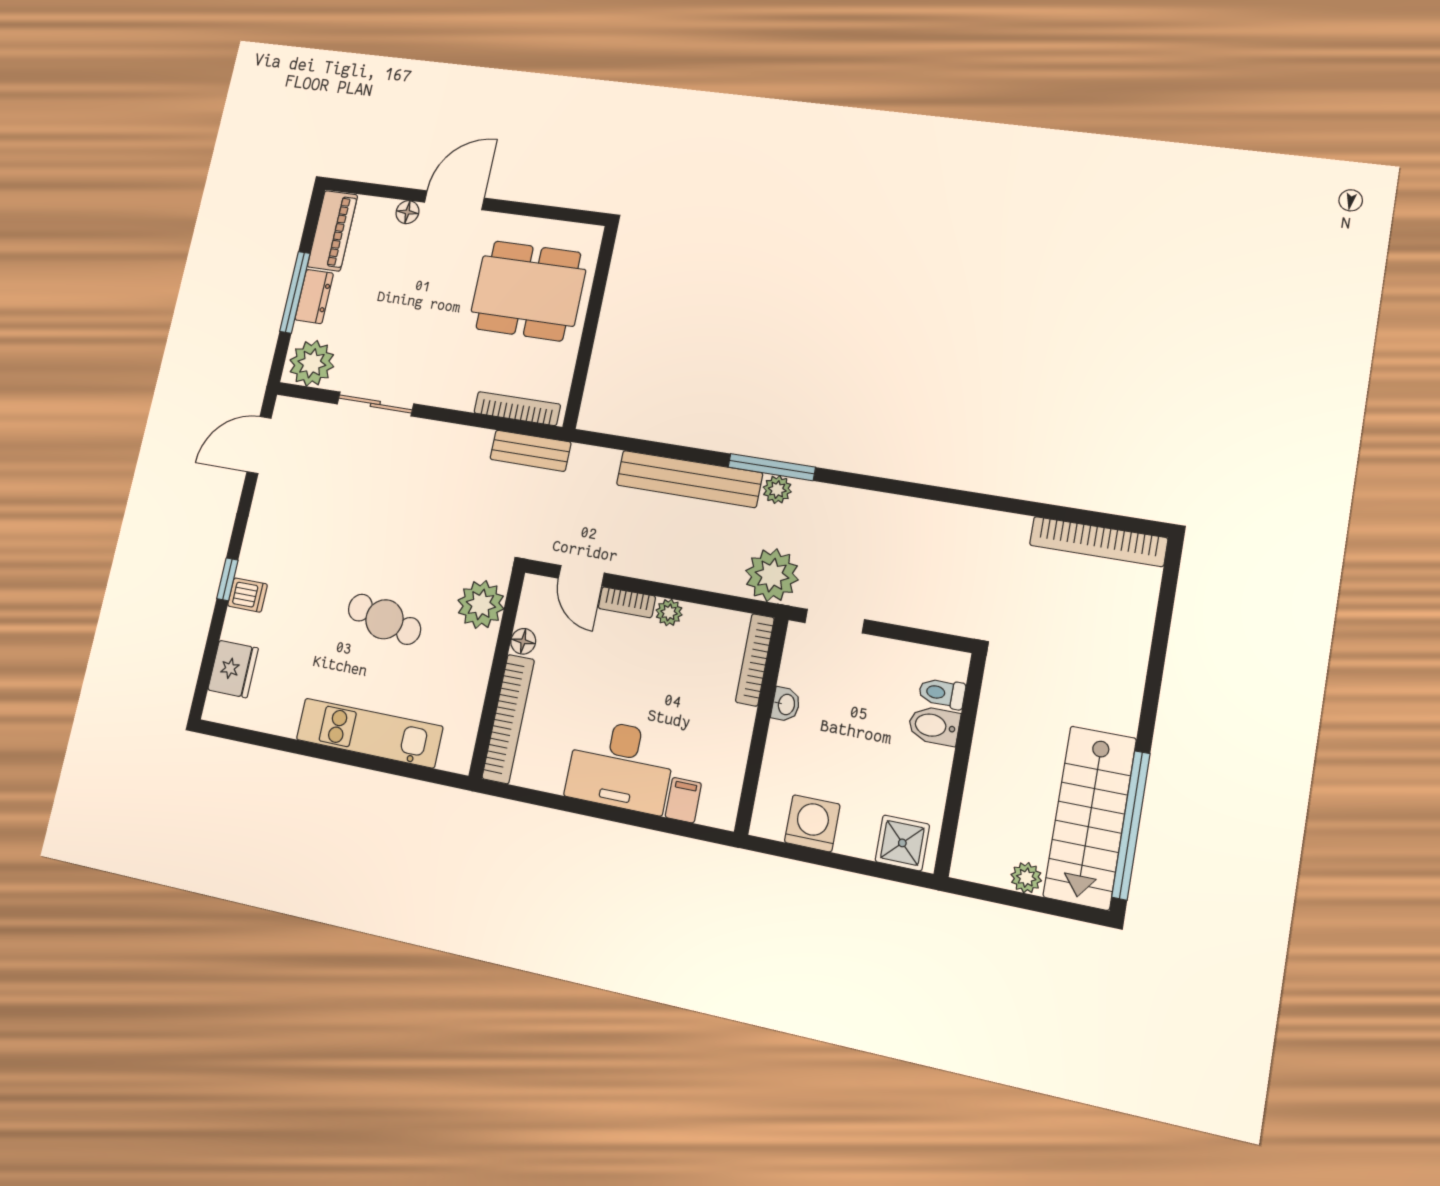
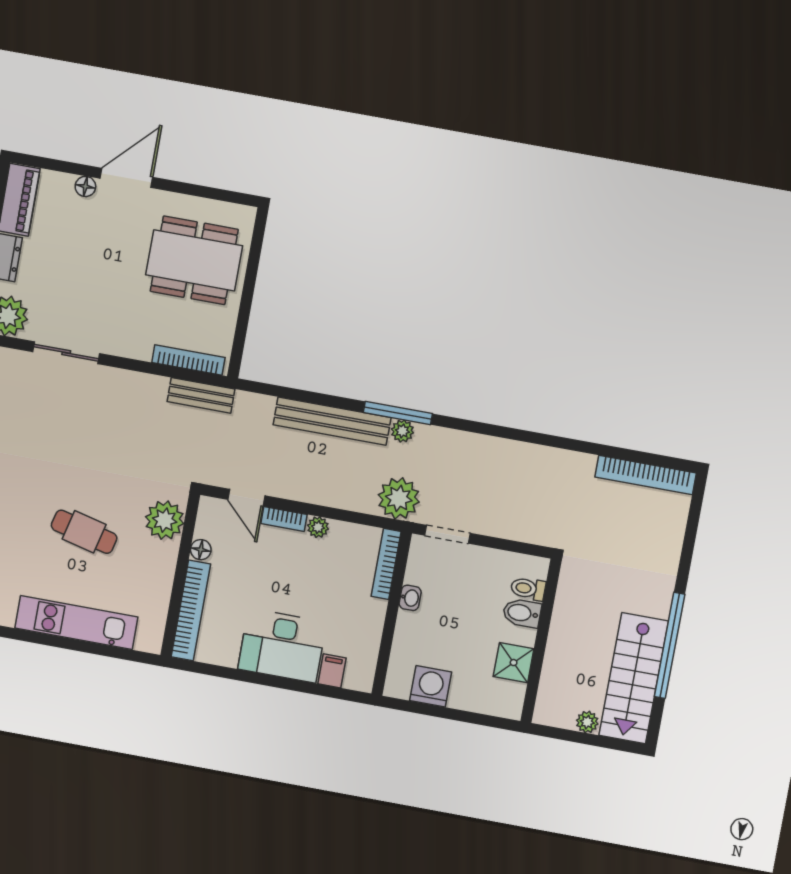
window: (1131, 825) -> (670, 645), moved
shower: (902, 843) -> (514, 663), moved

